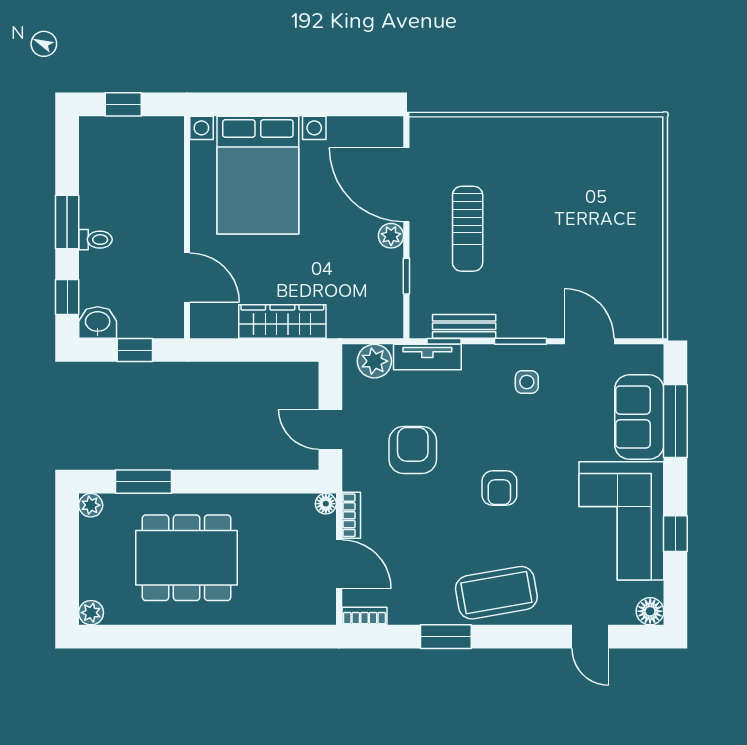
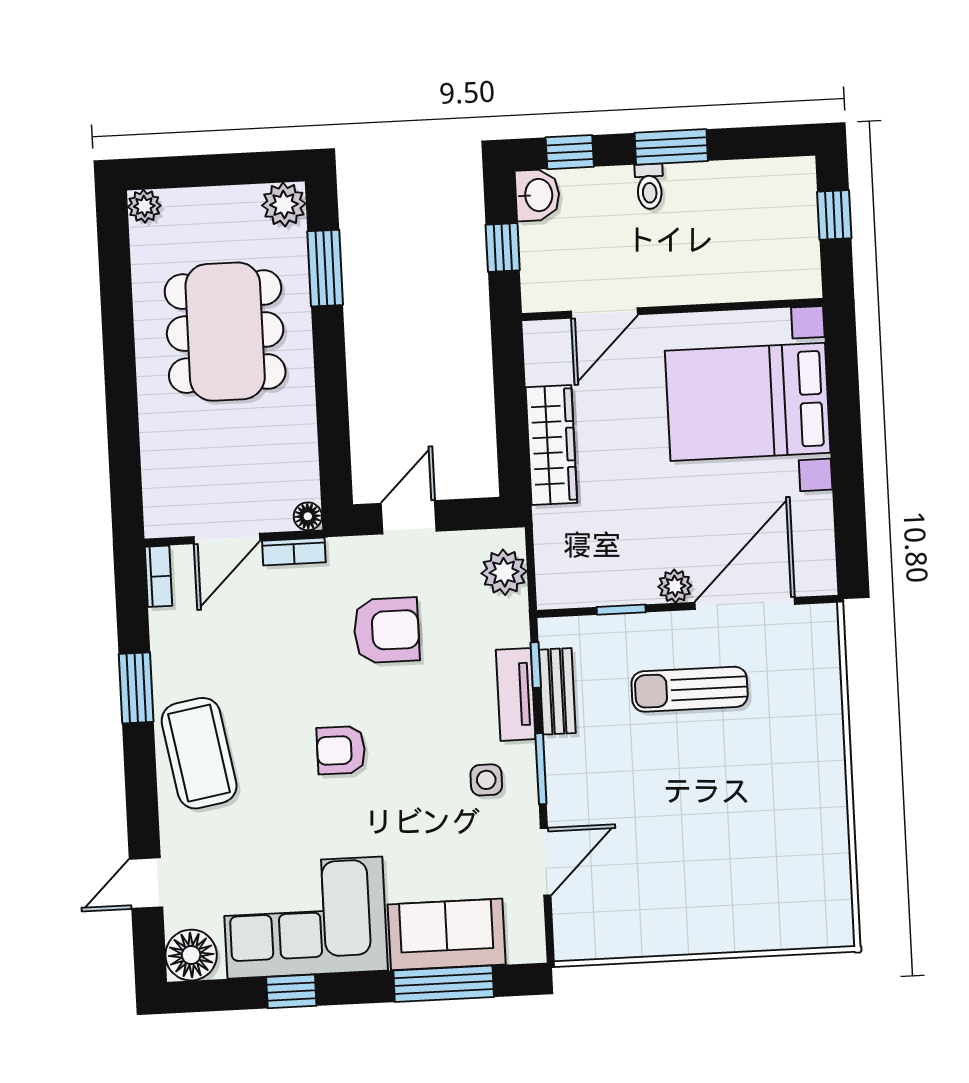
tv unit: (427, 357) -> (516, 694), moved
plant: (91, 505) -> (284, 205), width x1.38, depth x1.38
floor lamp: (650, 611) -> (191, 955), width x1.38, depth x1.38

